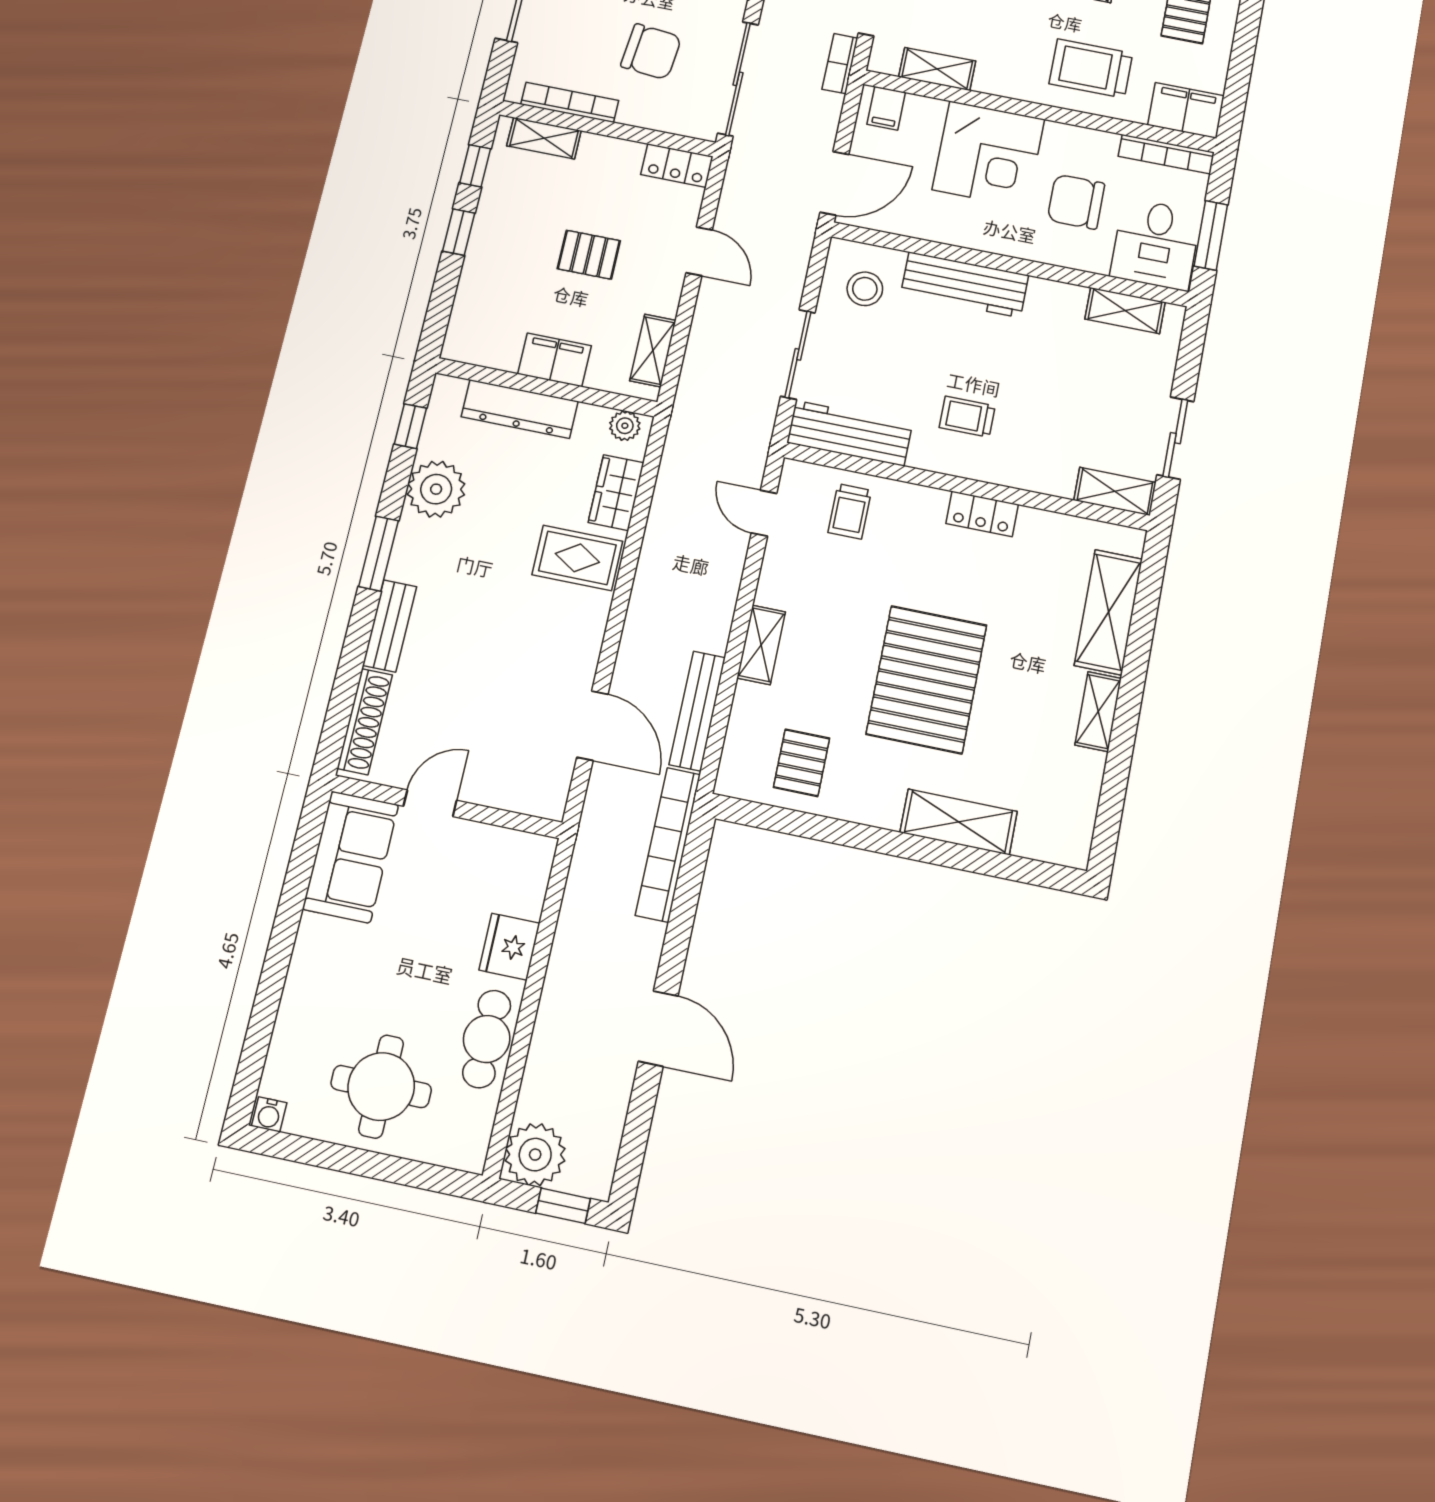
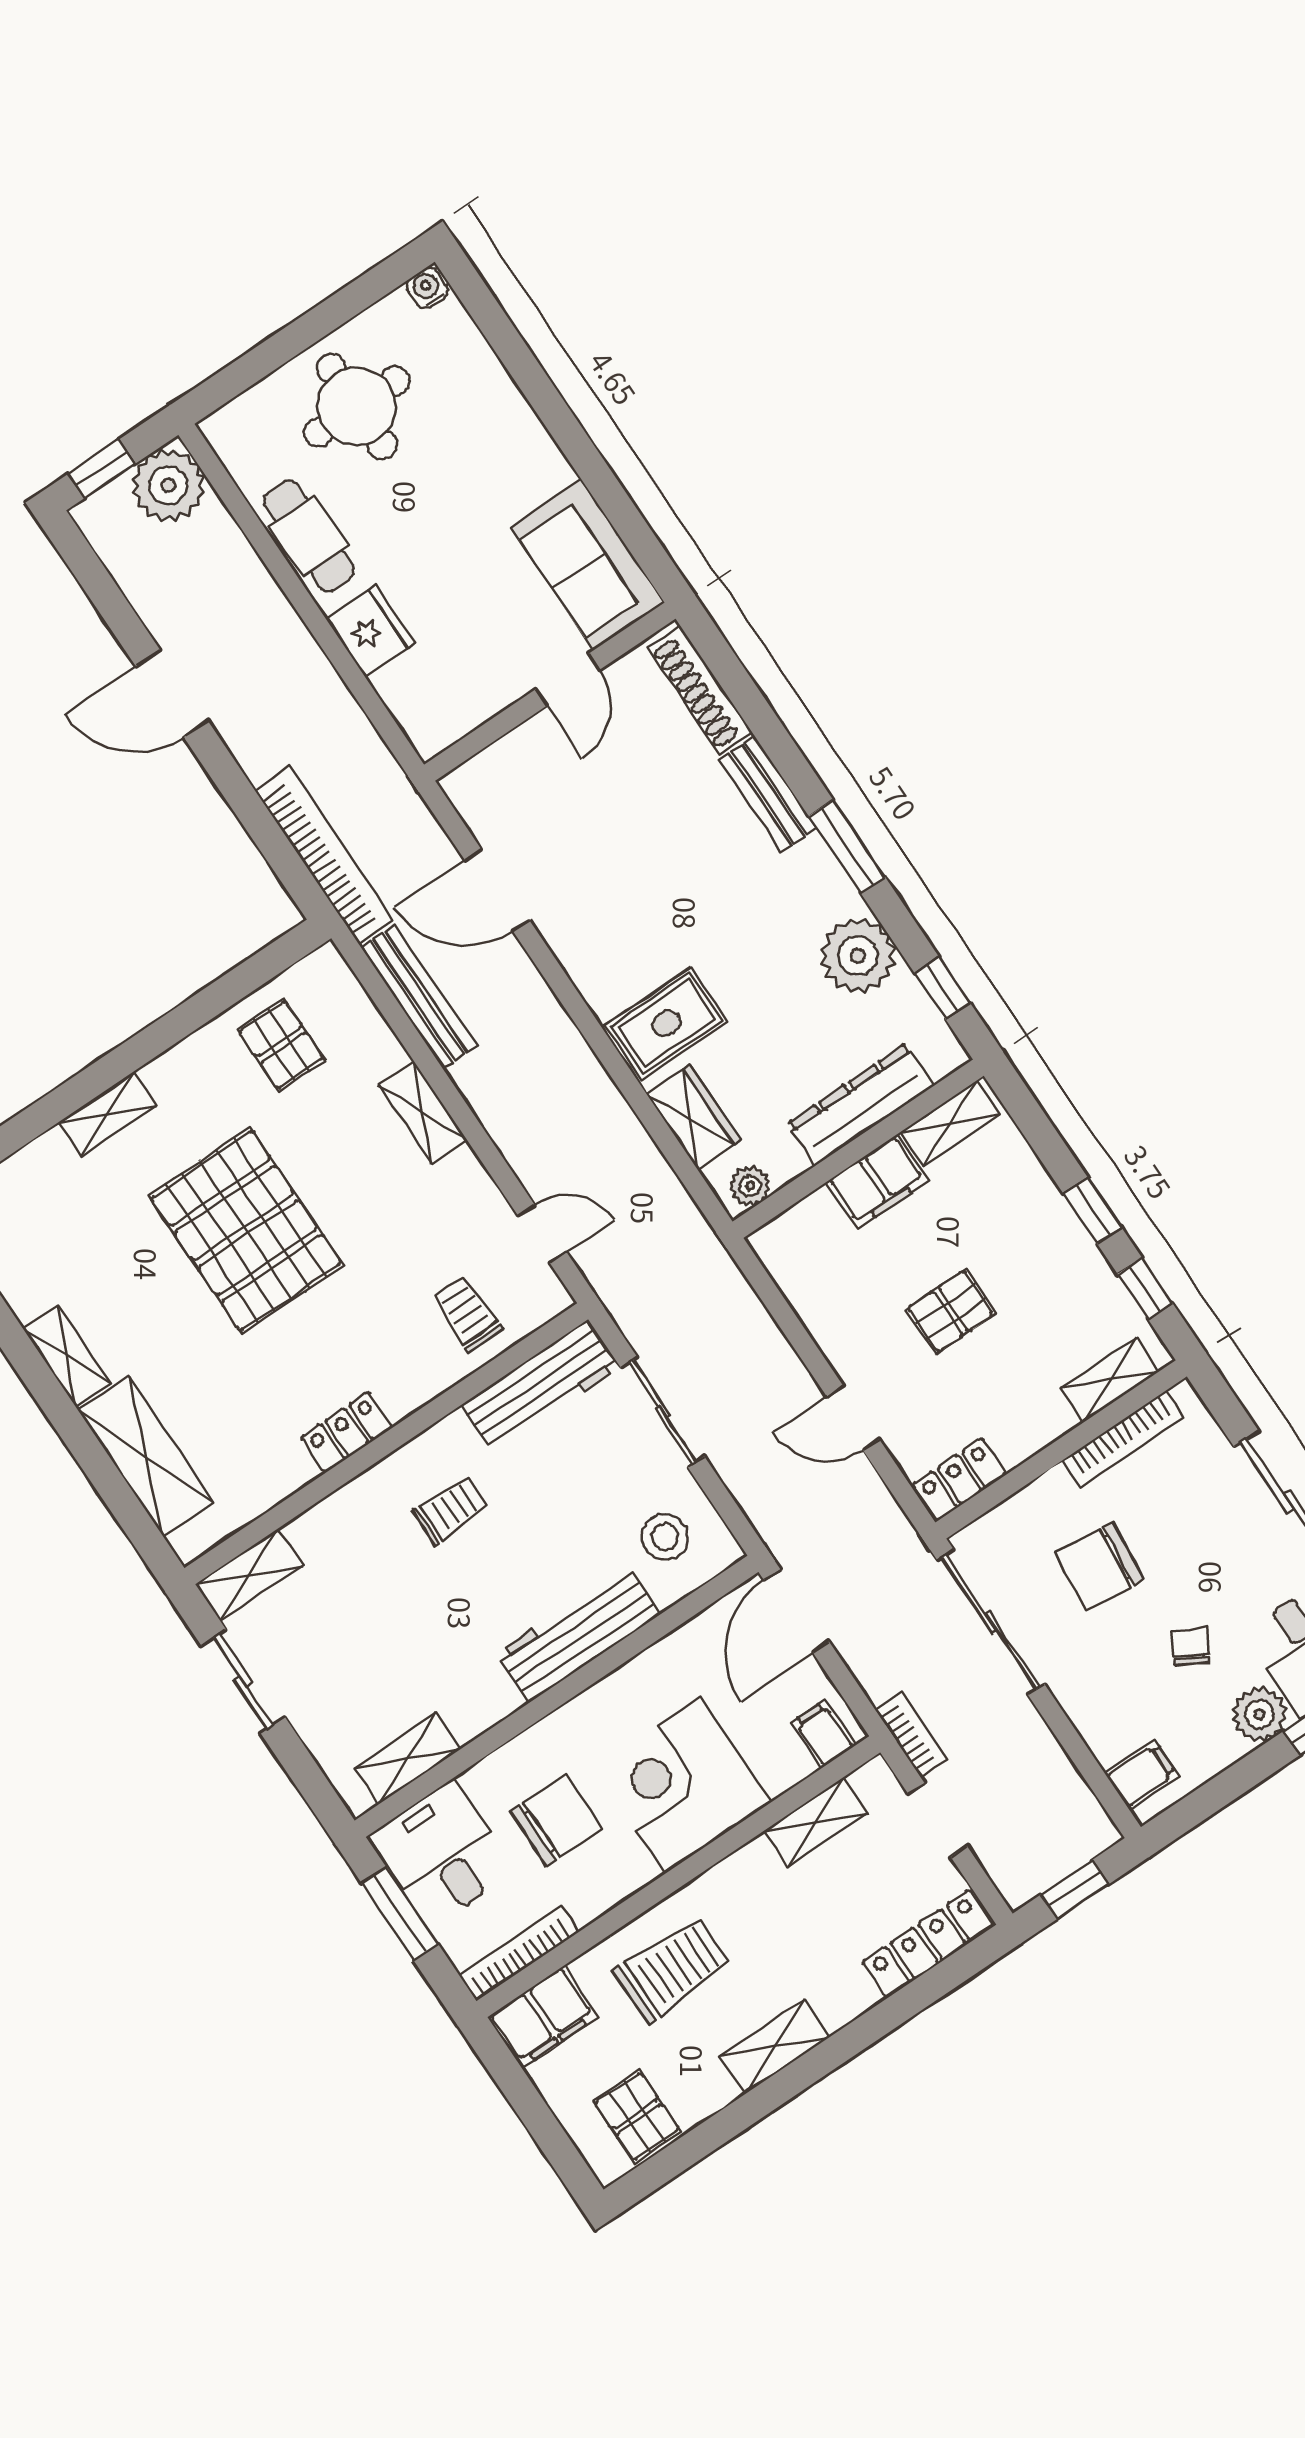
shelving: (653, 351) -> (950, 1123), moved, turned 90
shelving: (958, 822) -> (108, 1114), width x0.67, depth x0.75

